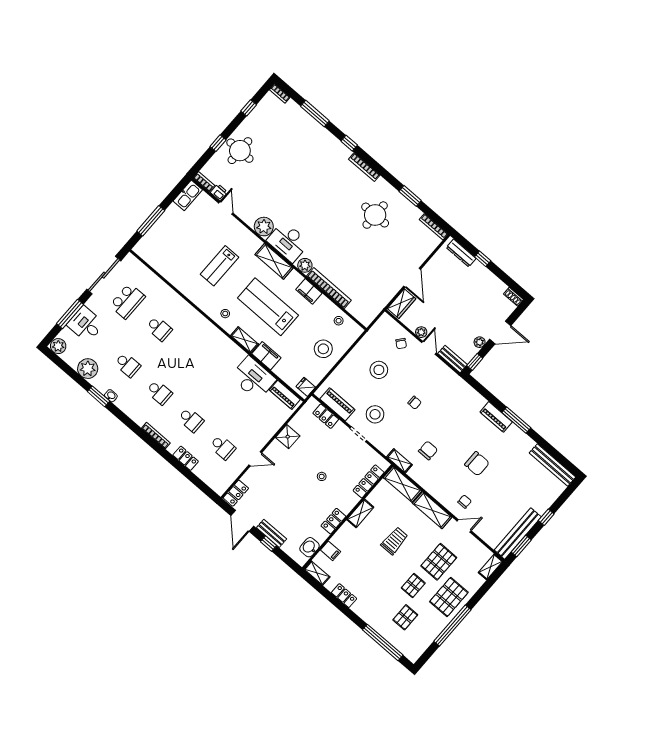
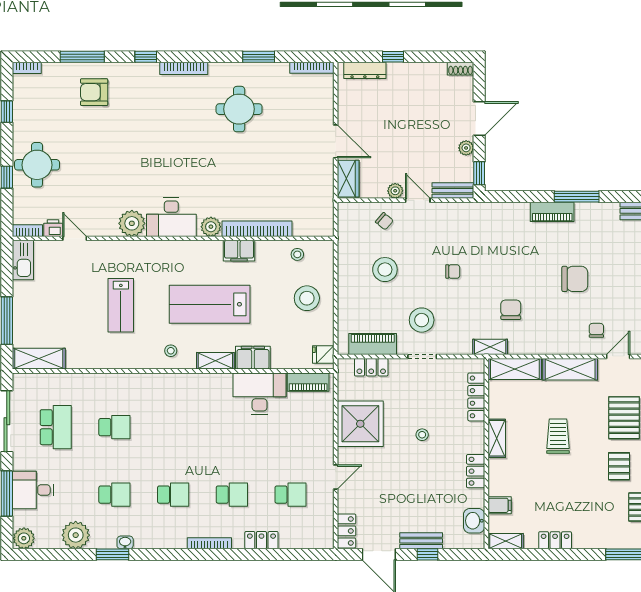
armchair: (305, 138) -> (94, 92), added
shelving: (274, 261) -> (39, 359), moved
shower: (288, 437) -> (360, 424), width x1.86, depth x1.86

